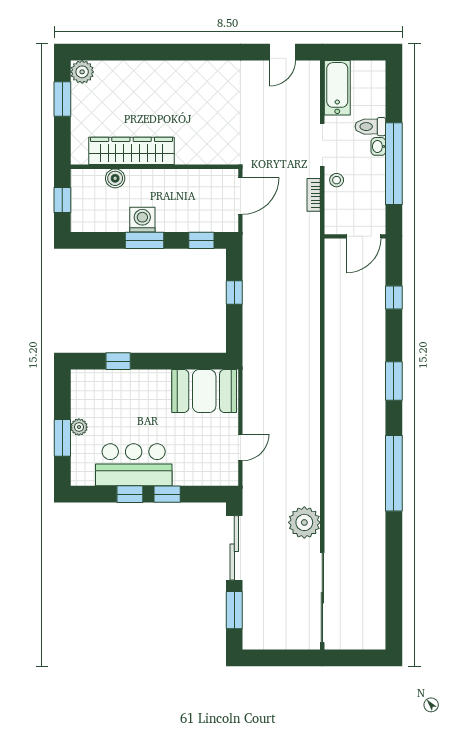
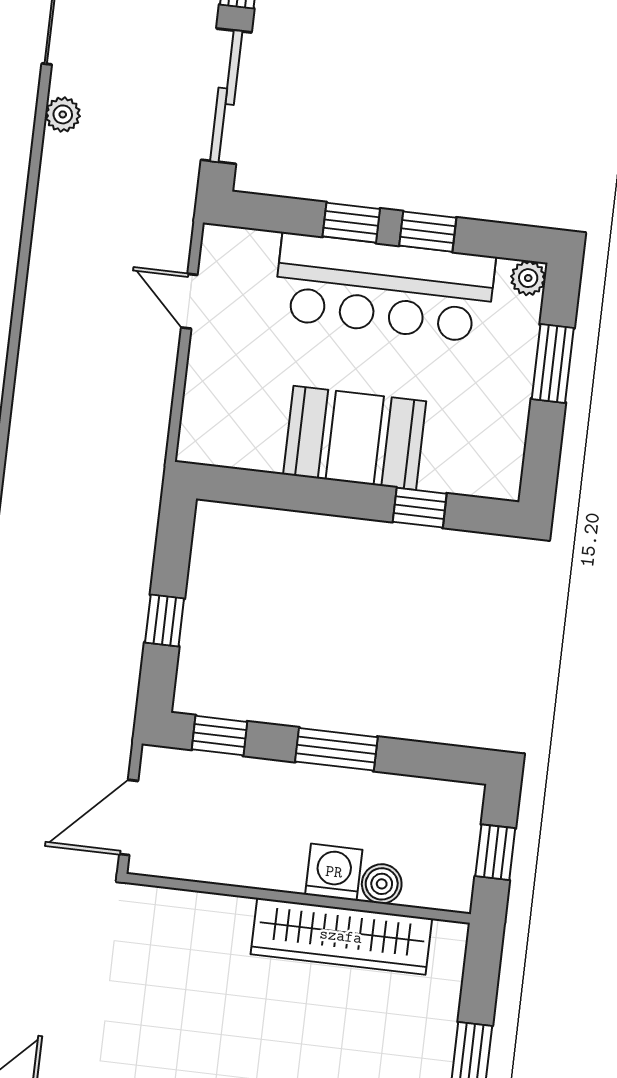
washing machine: (142, 220) -> (334, 872), moved, turned 180
booth: (204, 391) -> (355, 438), moved
plant: (79, 427) -> (528, 278), moved
door: (240, 447) -> (189, 301), hinge flipped
bar counter: (134, 465) -> (384, 288), width x1.36
plant: (304, 522) -> (63, 114), width x0.53, depth x0.53

